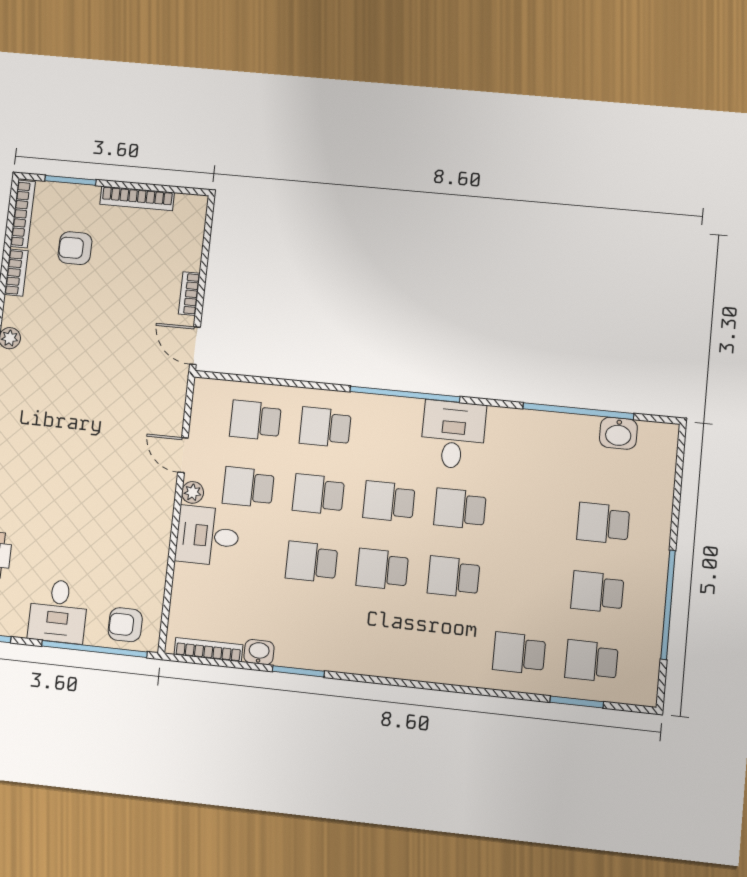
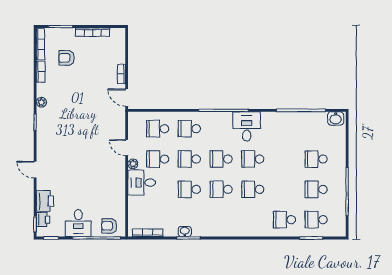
washbasin: (618, 433) -> (336, 118), moved
washbasin: (259, 652) -> (185, 231), moved

